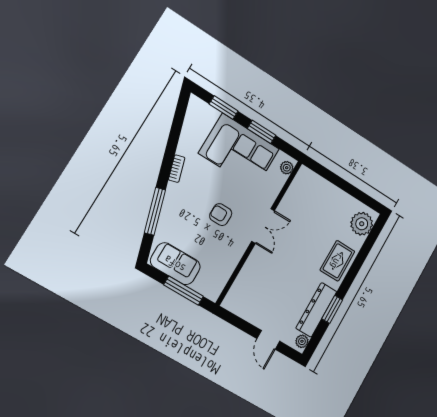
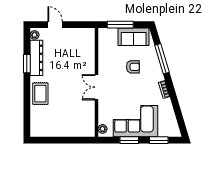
armchair: (221, 215) -> (133, 67), moved
plant: (362, 224) -> (38, 124), removed

